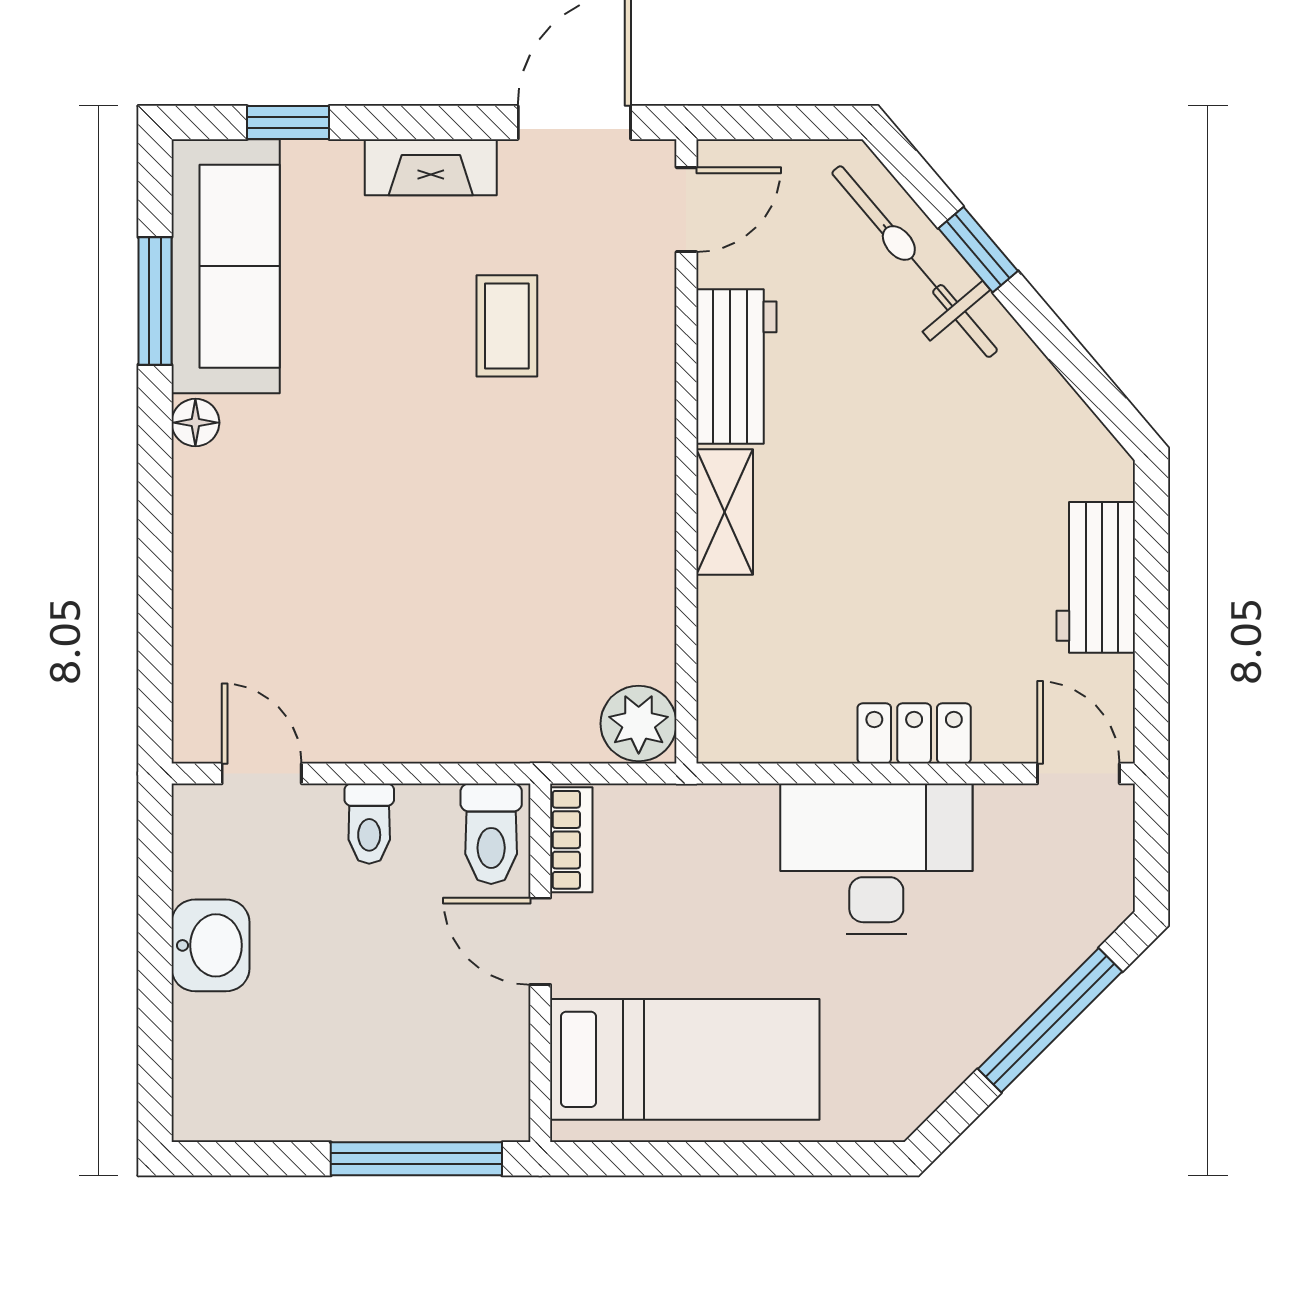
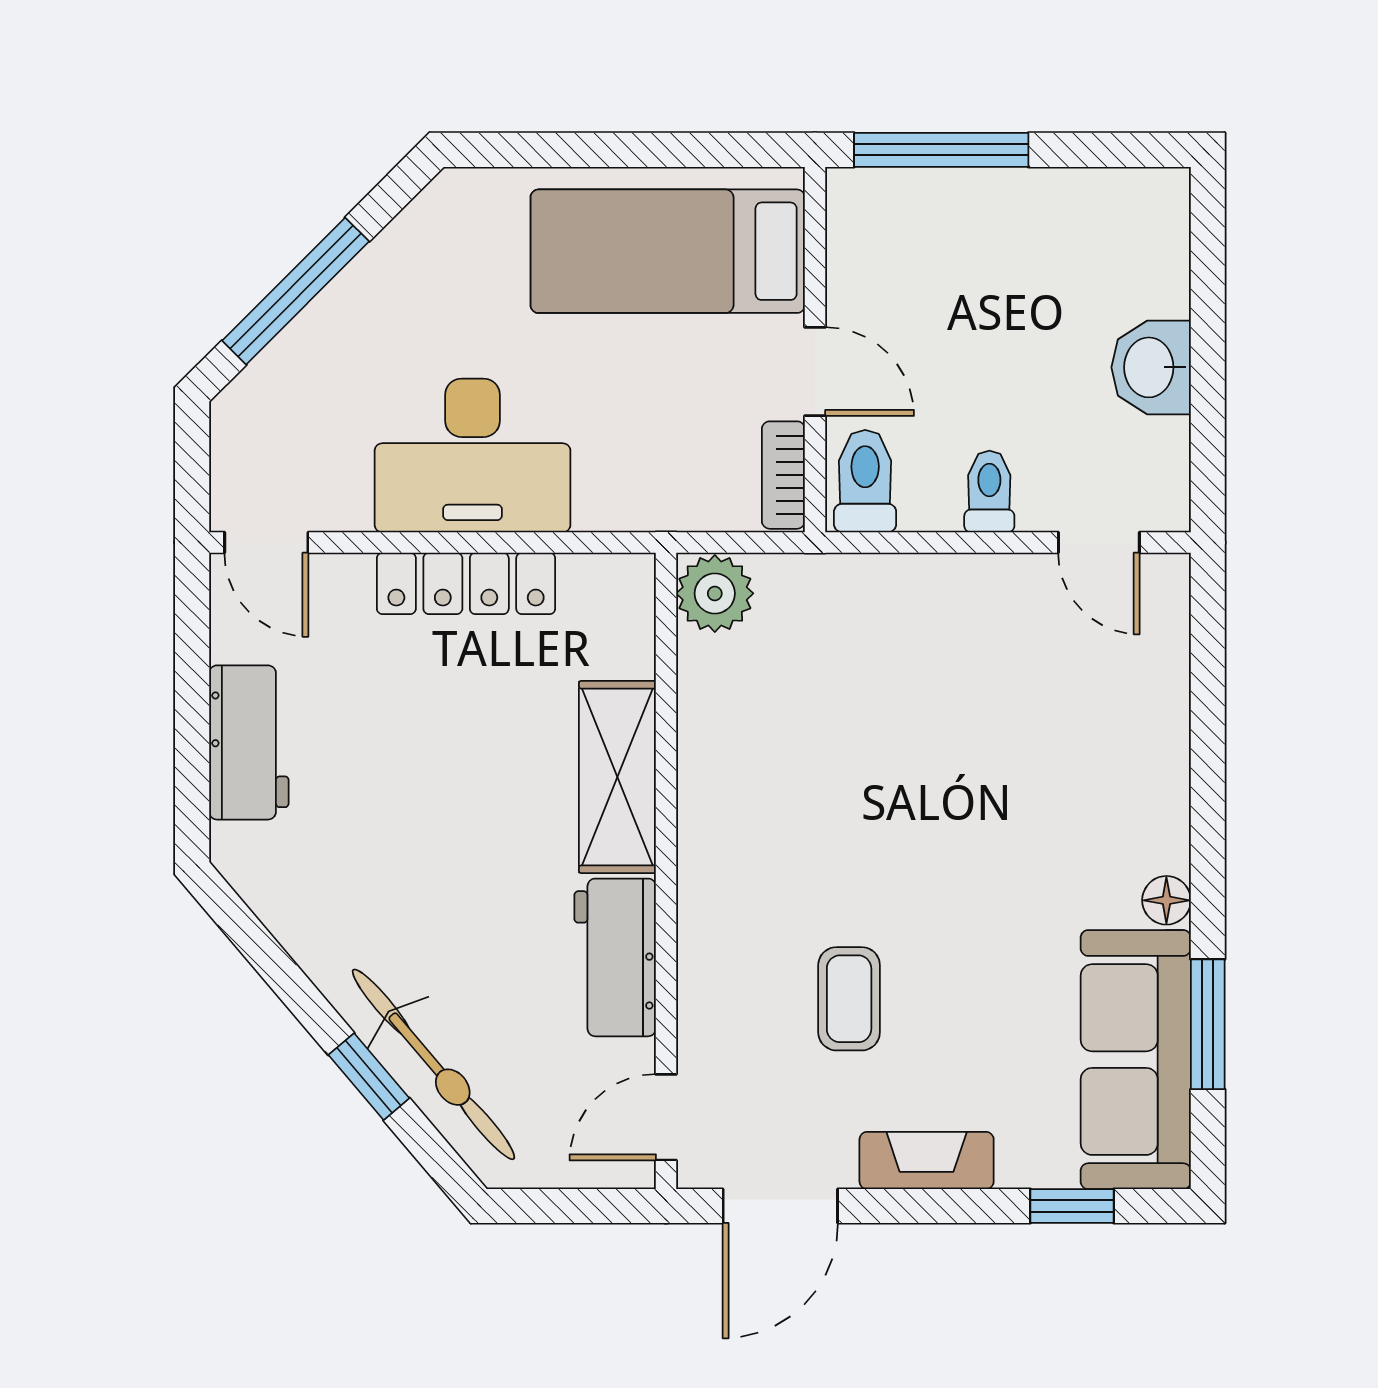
shelving: (725, 512) -> (617, 777), width x1.50, depth x1.33
locker: (914, 733) -> (466, 583), width x1.53

